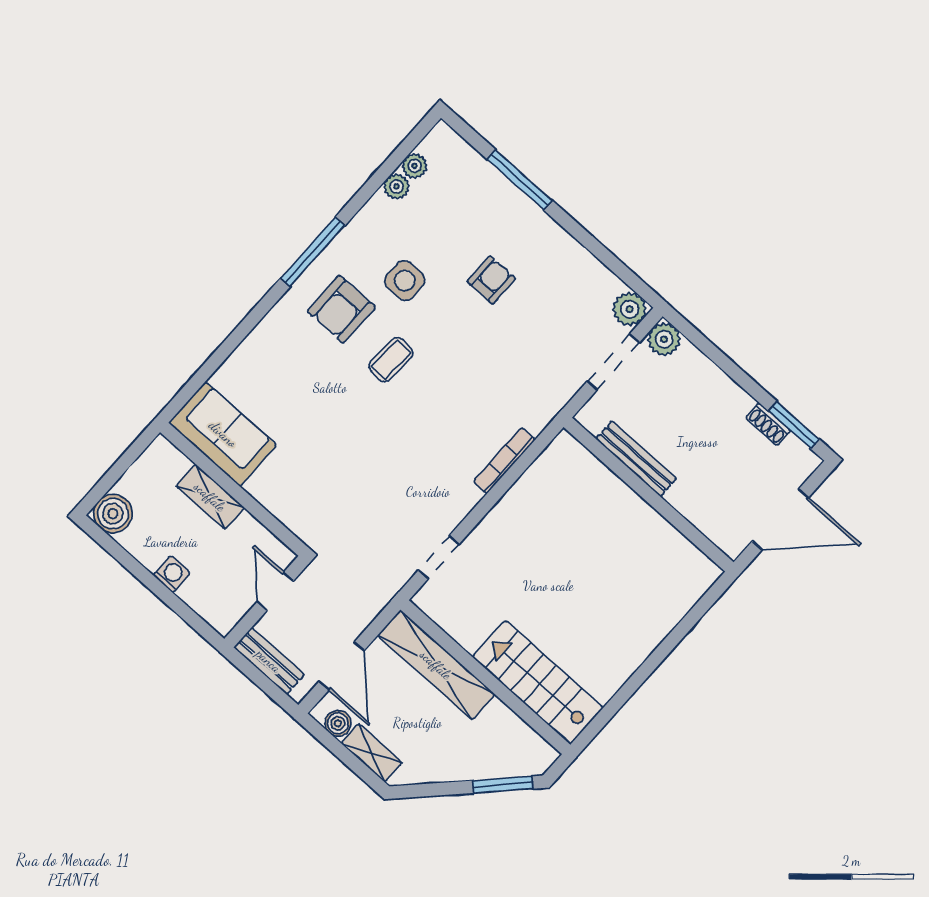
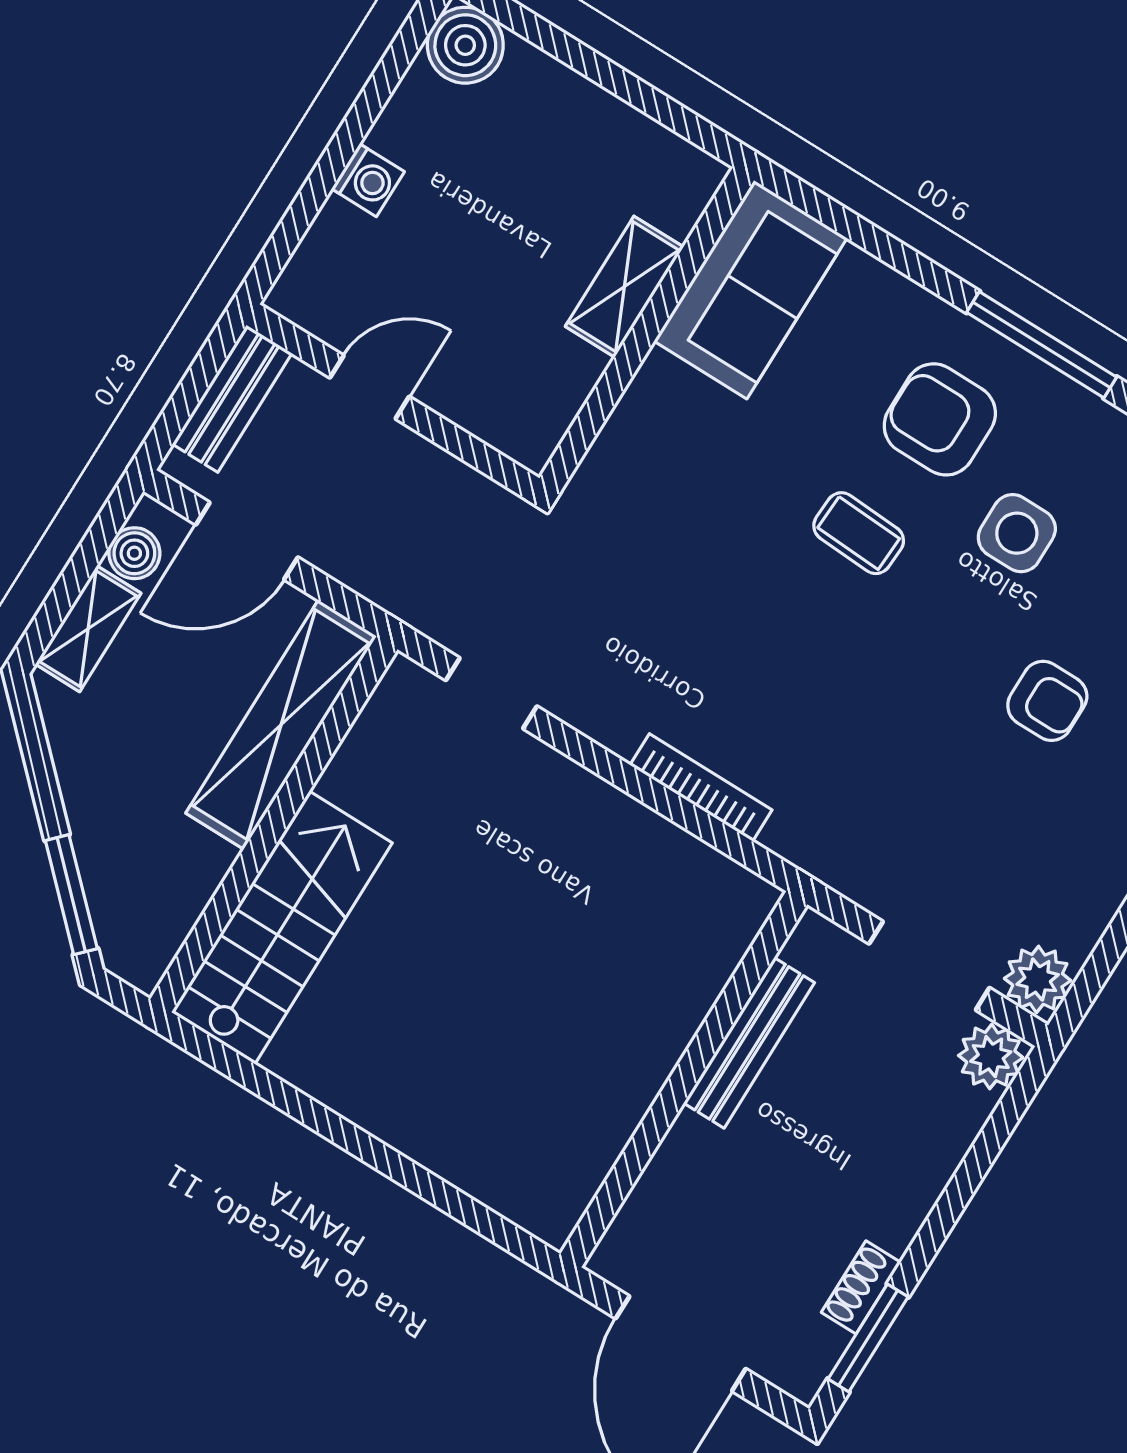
sofa: (223, 434) -> (750, 290), moved
wall: (233, 489) -> (647, 329), moved
shelving: (210, 497) -> (624, 287), moved

